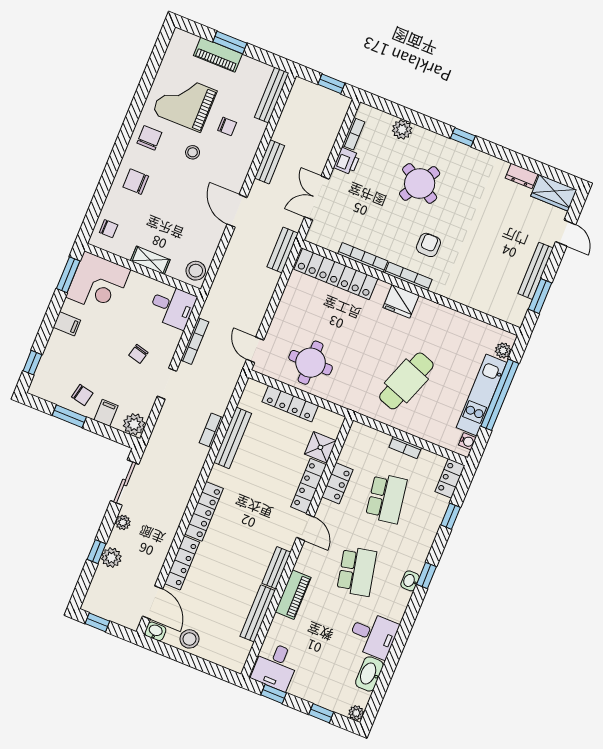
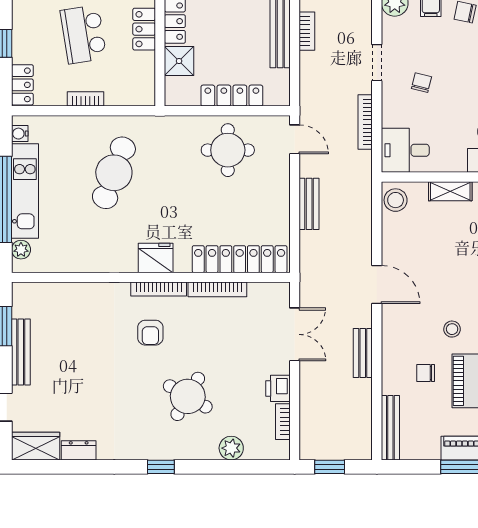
bench: (283, 250) -> (309, 204), moved

